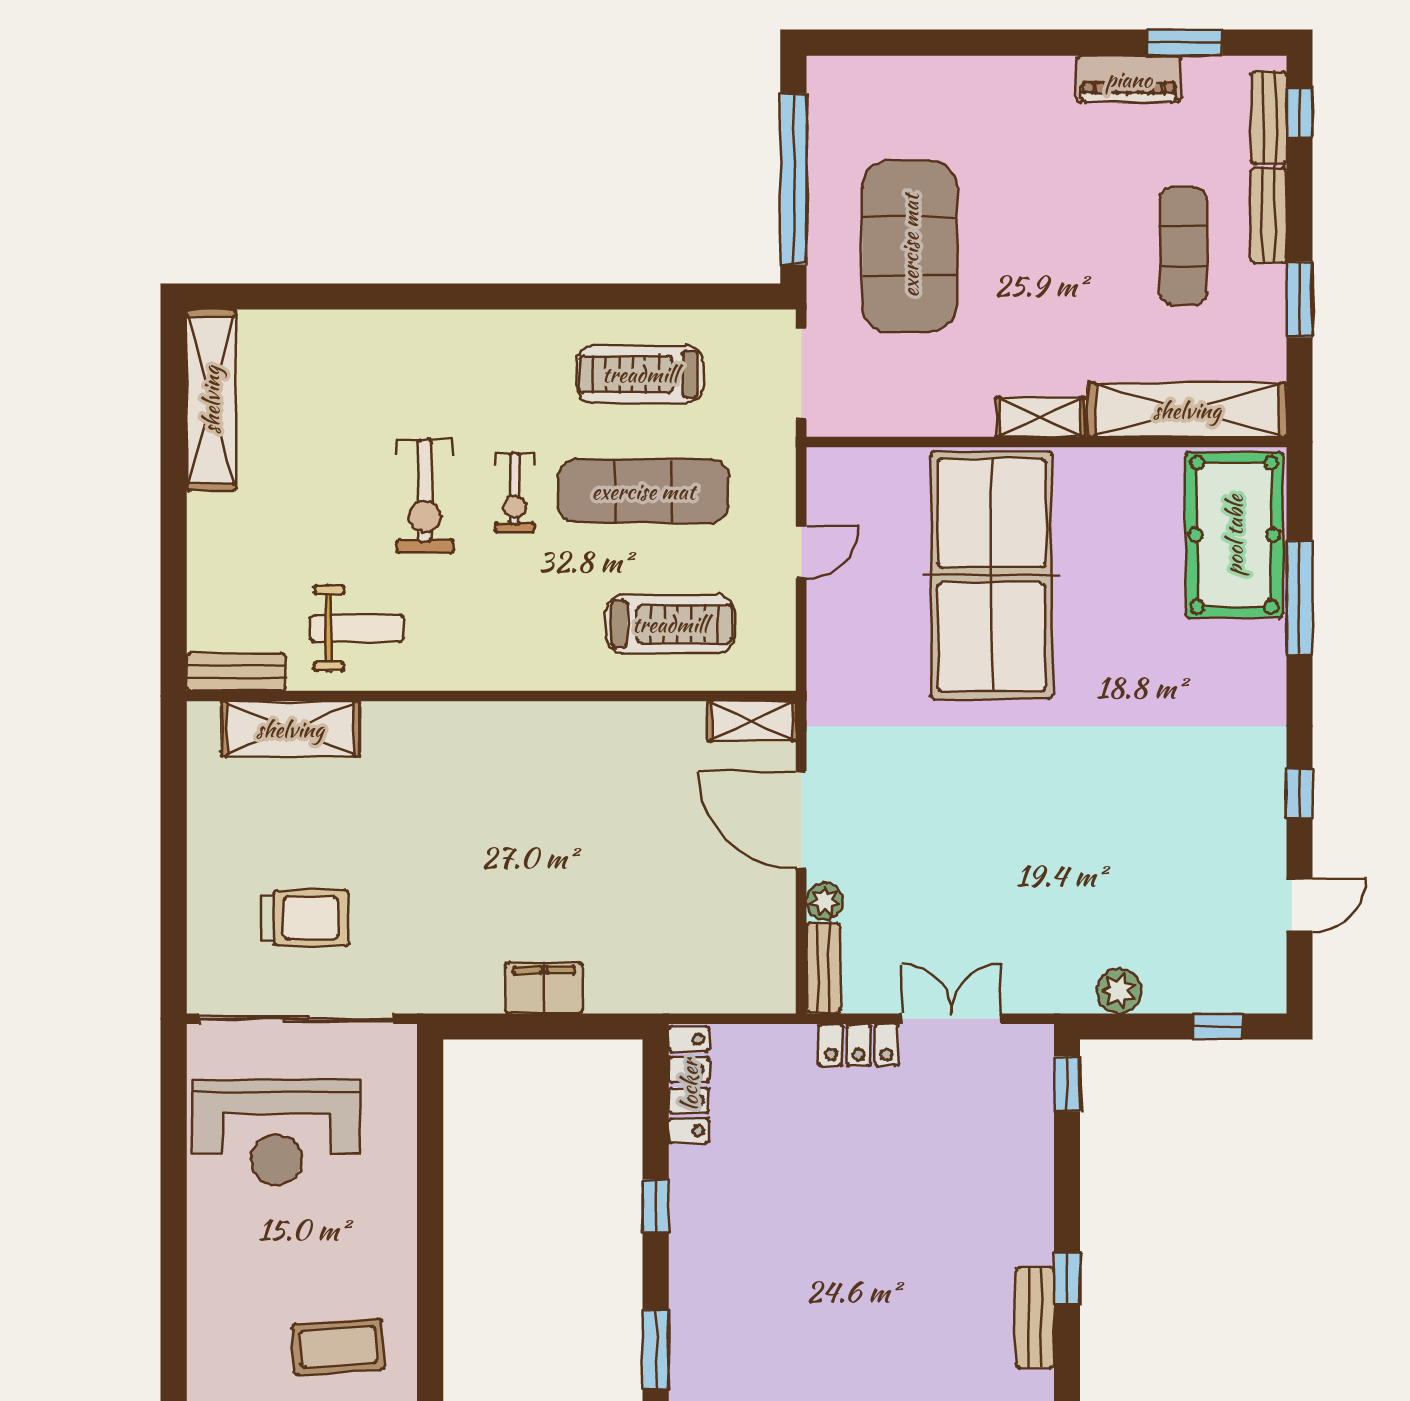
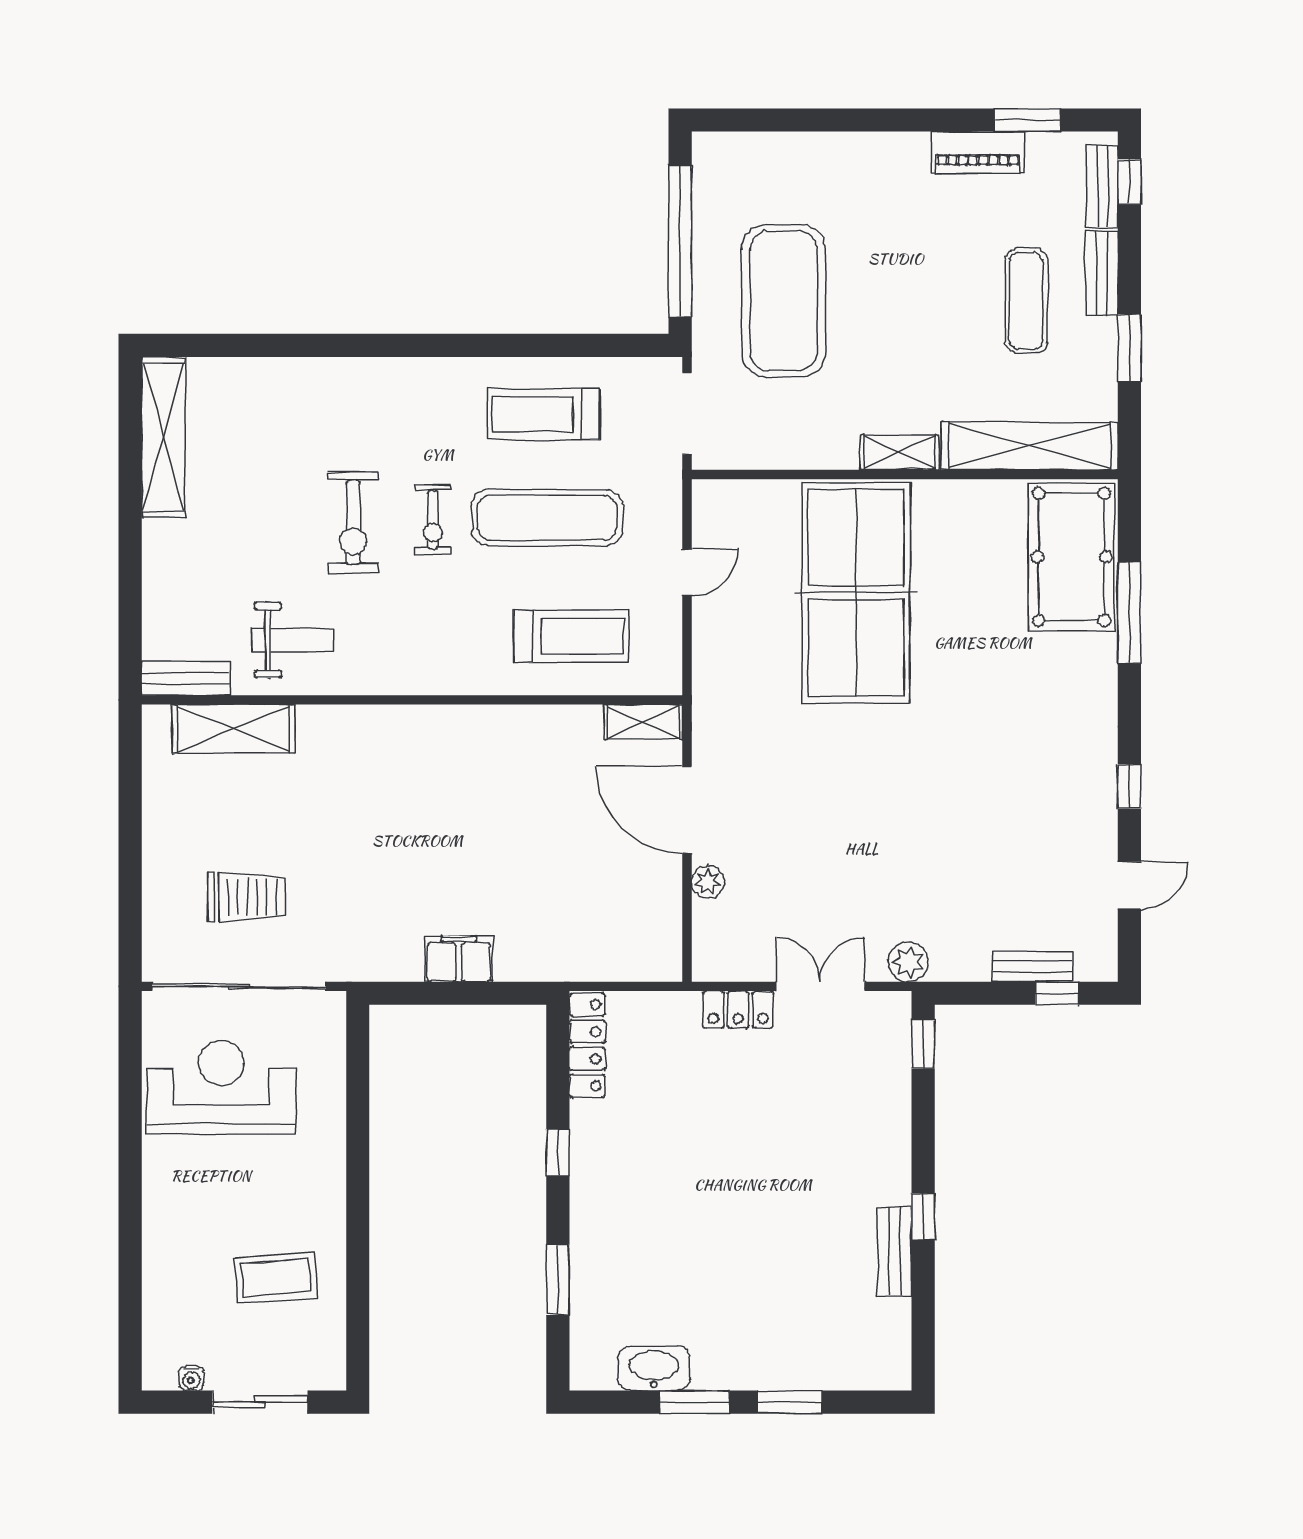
bench: (823, 968) -> (1032, 967), moved, turned 90
plant: (1119, 991) -> (908, 962), moved
reception desk: (276, 1132) -> (221, 1087), turned 180

